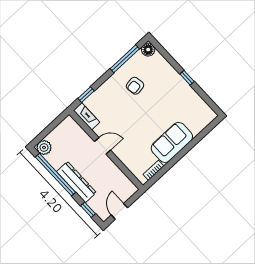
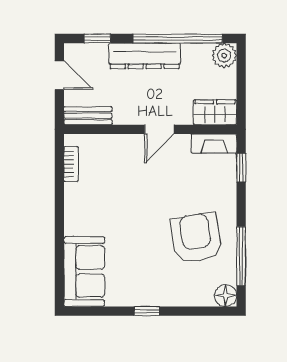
armchair: (135, 86) -> (196, 238), width x1.88, depth x1.88
wardrobe: (73, 128) -> (215, 112), added
sofa: (172, 142) -> (84, 271), moved
bench: (125, 183) -> (88, 116), added

